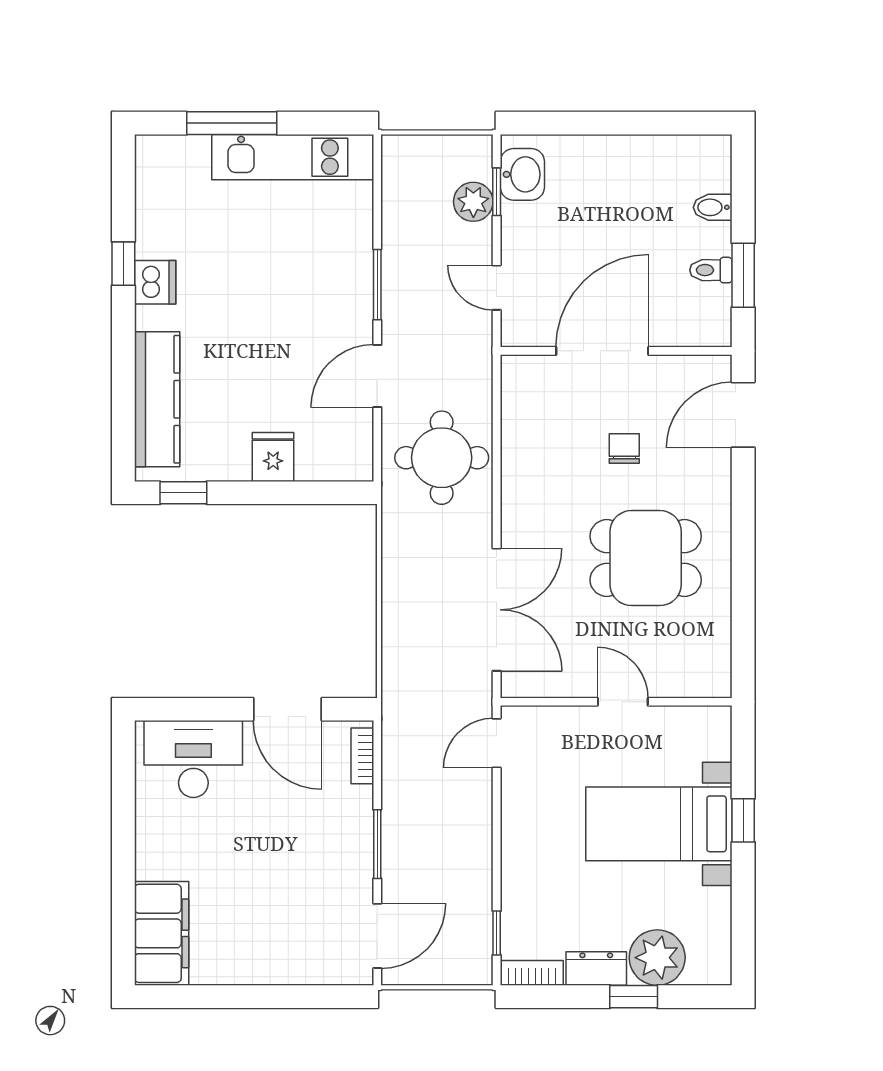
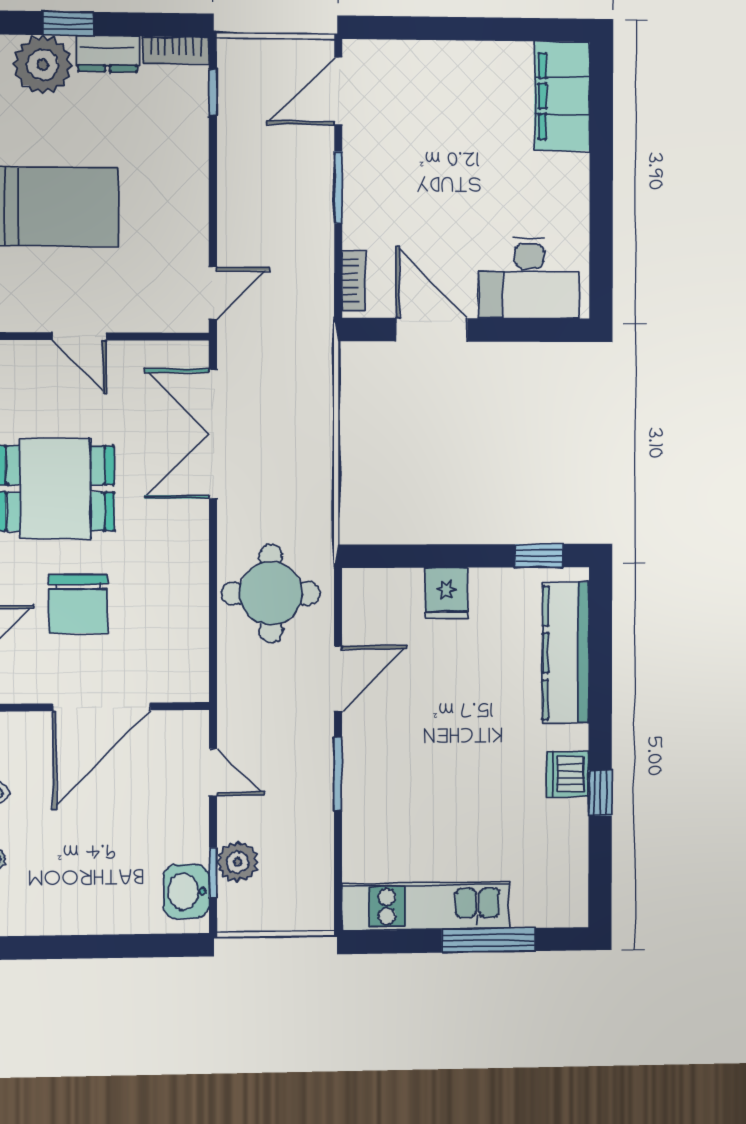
chair: (624, 449) -> (78, 604), width x1.87, depth x1.87

